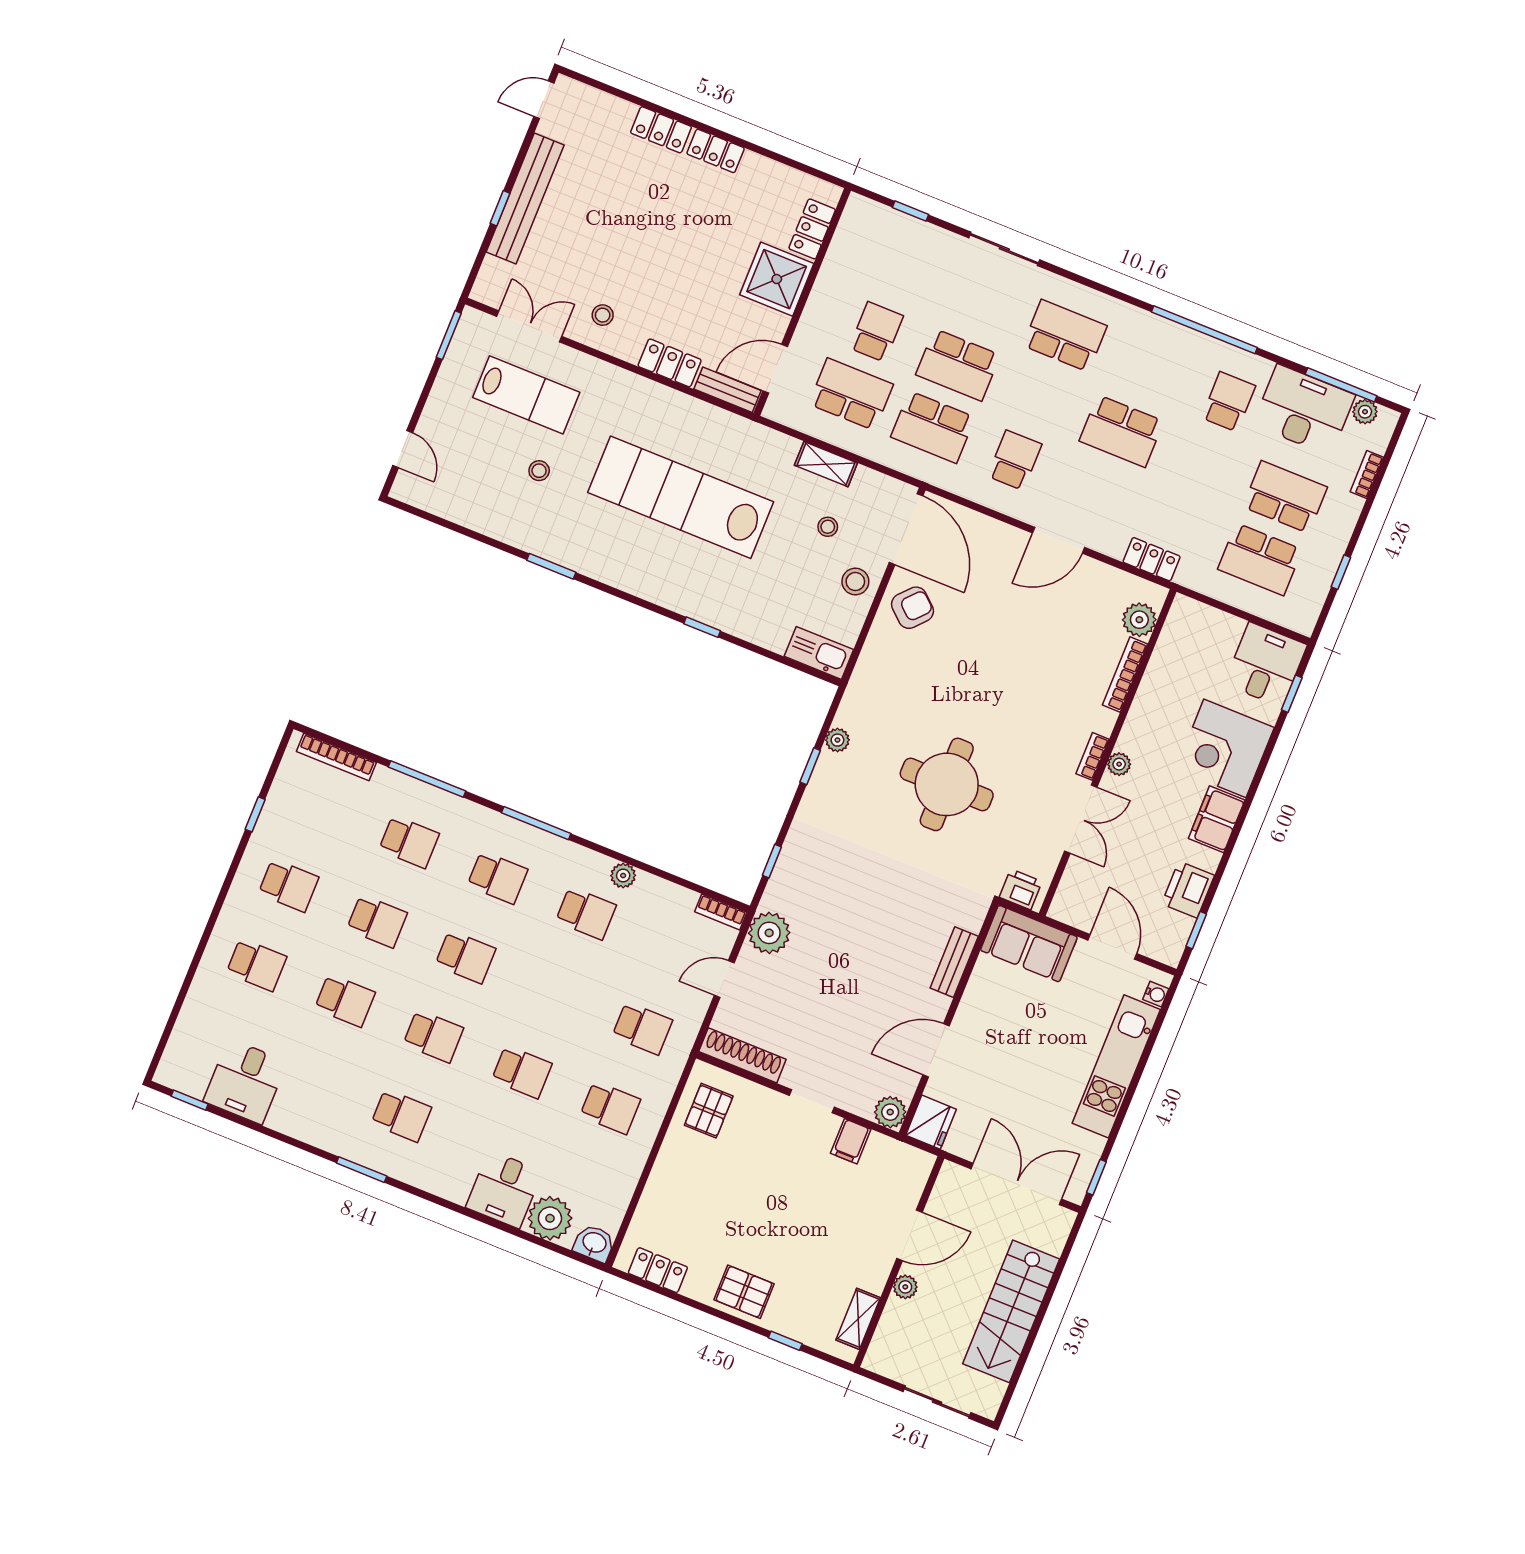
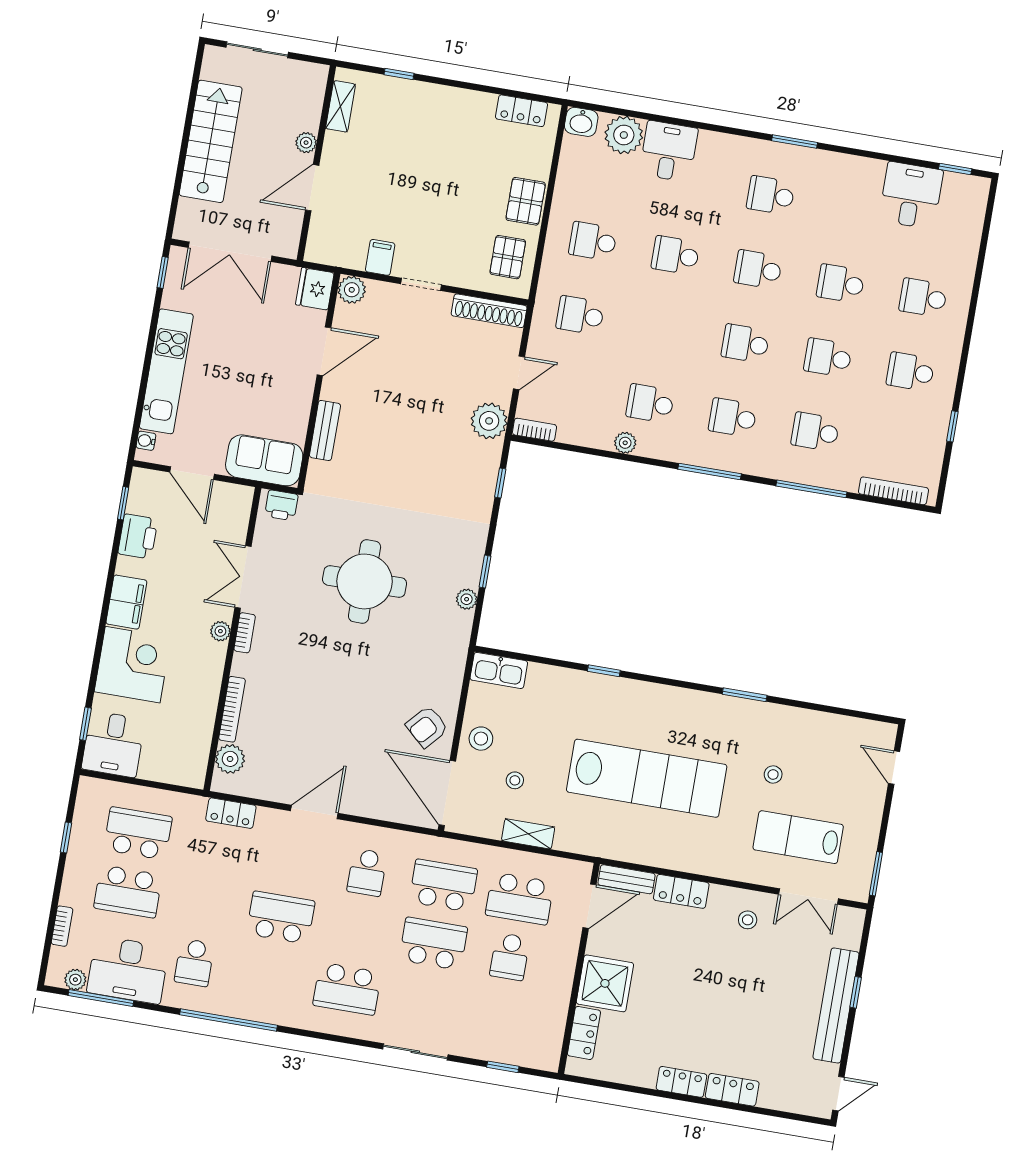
pallet: (744, 1292) -> (526, 201), moved, turned 90

